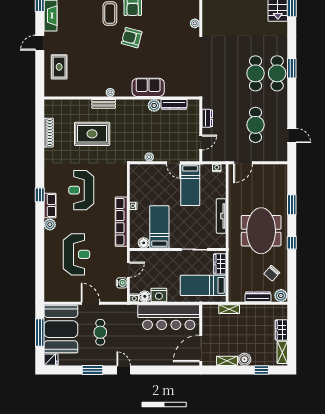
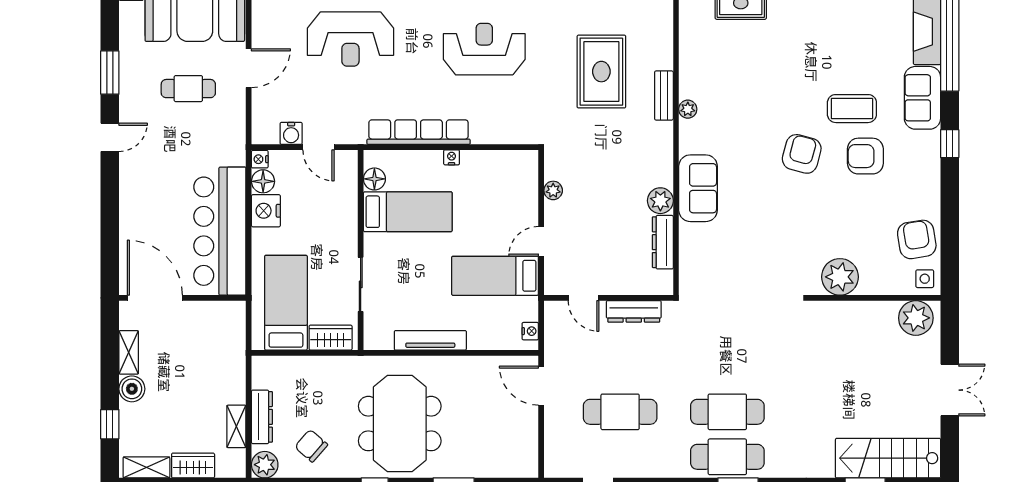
plant: (195, 23) -> (840, 277), width x1.88, depth x1.88
dresser: (207, 118) -> (634, 311), width x1.44
meeting table: (261, 231) -> (400, 424), turned 90
shelving: (229, 309) -> (236, 426), moved

